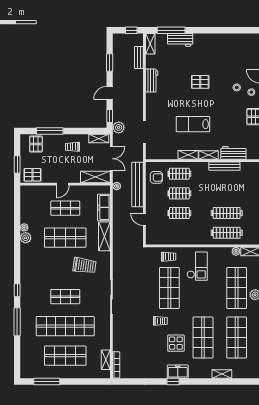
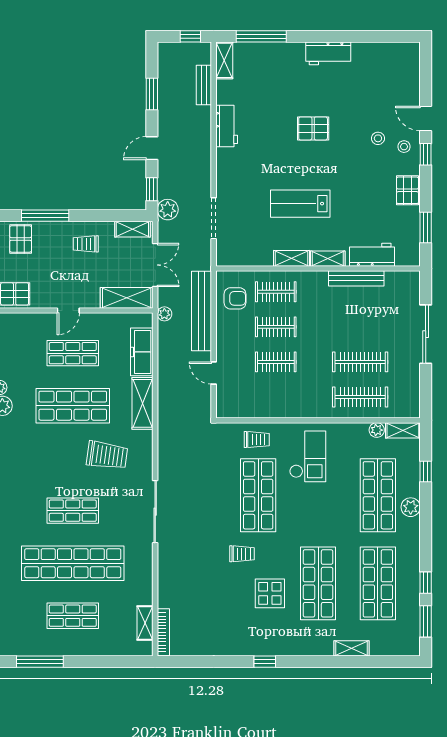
workbench: (180, 40) -> (328, 53), moved
shop shelf: (65, 356) -> (73, 616), width x0.70, depth x0.74
freezer: (178, 372) -> (273, 644), removed

